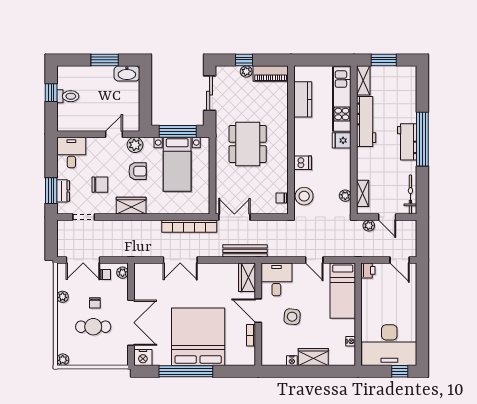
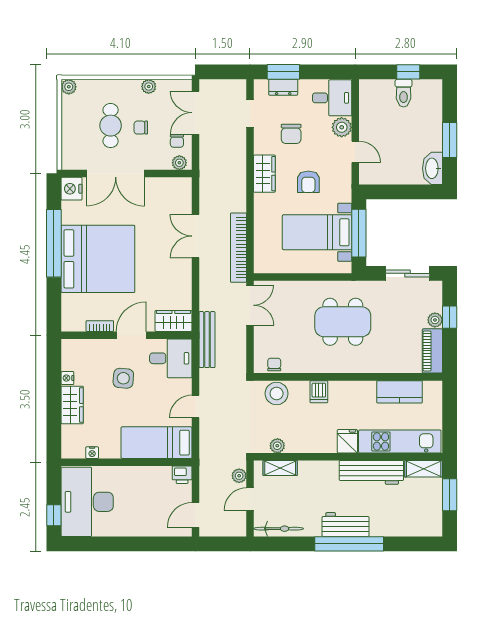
plant: (135, 145) -> (342, 127), moved
bench: (245, 251) -> (207, 340), moved

